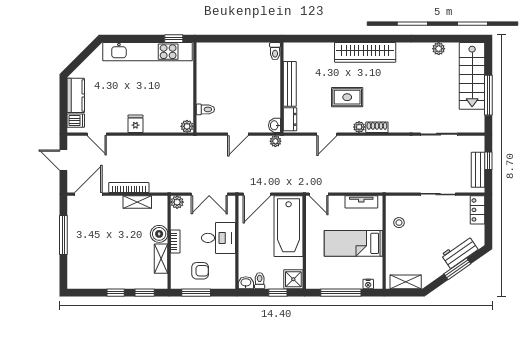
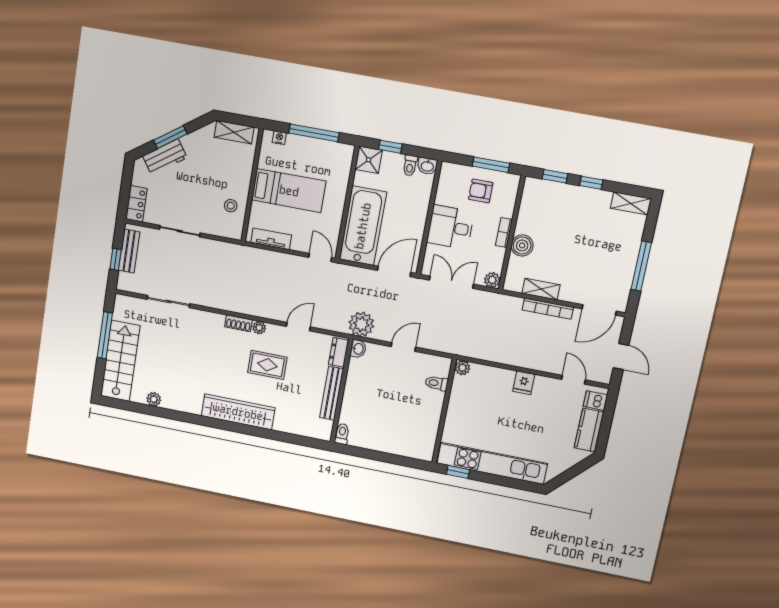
plant: (275, 141) -> (361, 324), width x1.88, depth x1.88
shelving: (161, 259) -> (631, 203), moved, turned 90

